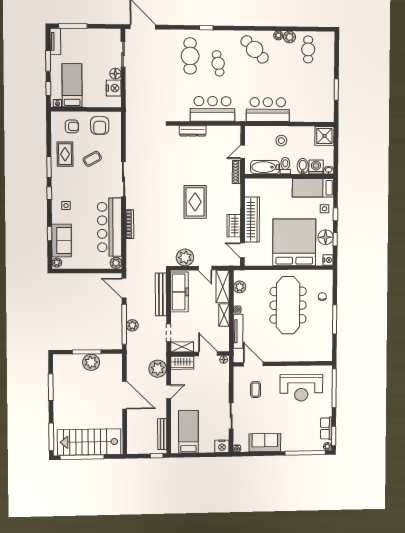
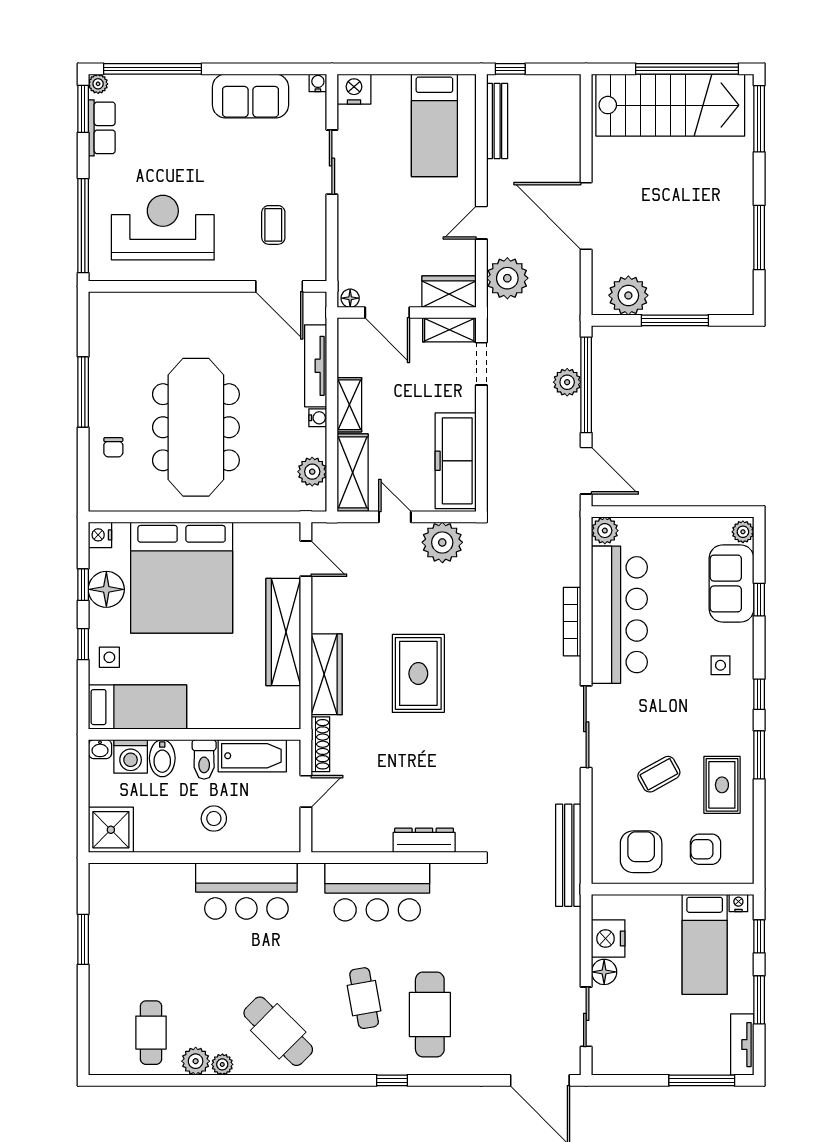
wardrobe: (234, 226) -> (327, 674), moved, width x1.50
bench: (161, 294) -> (568, 855), moved
plant: (91, 362) -> (628, 295), moved

